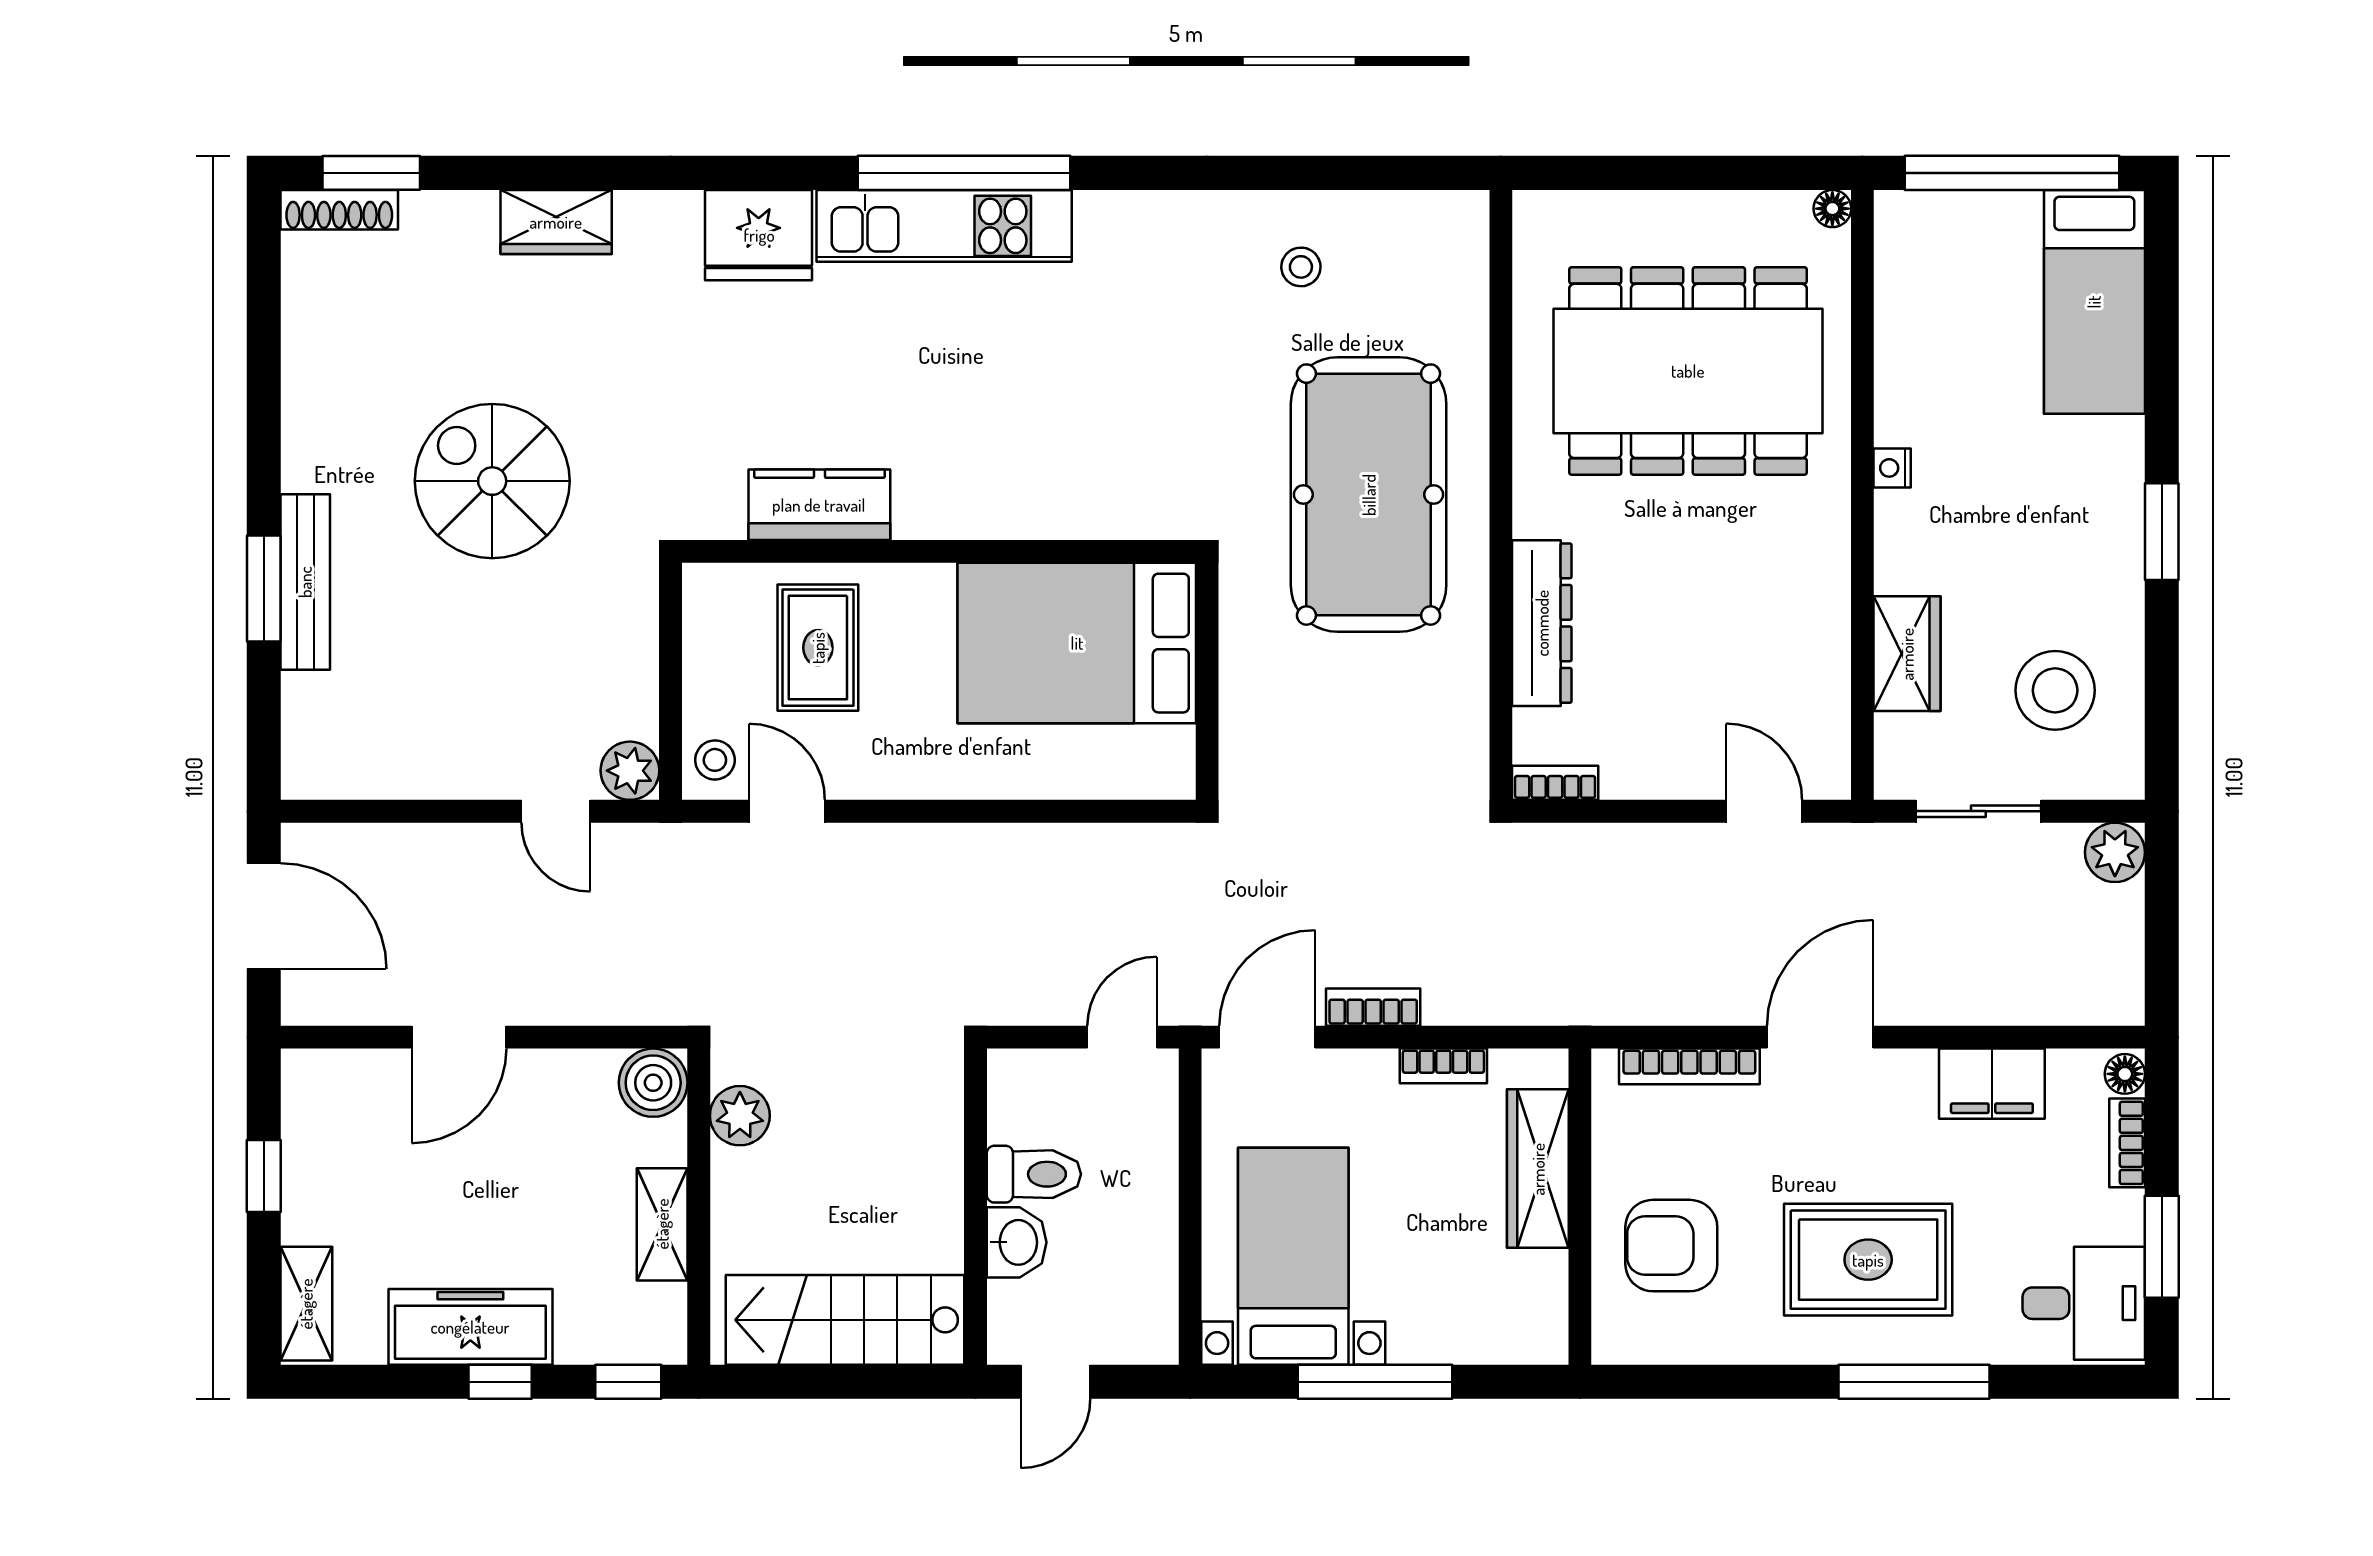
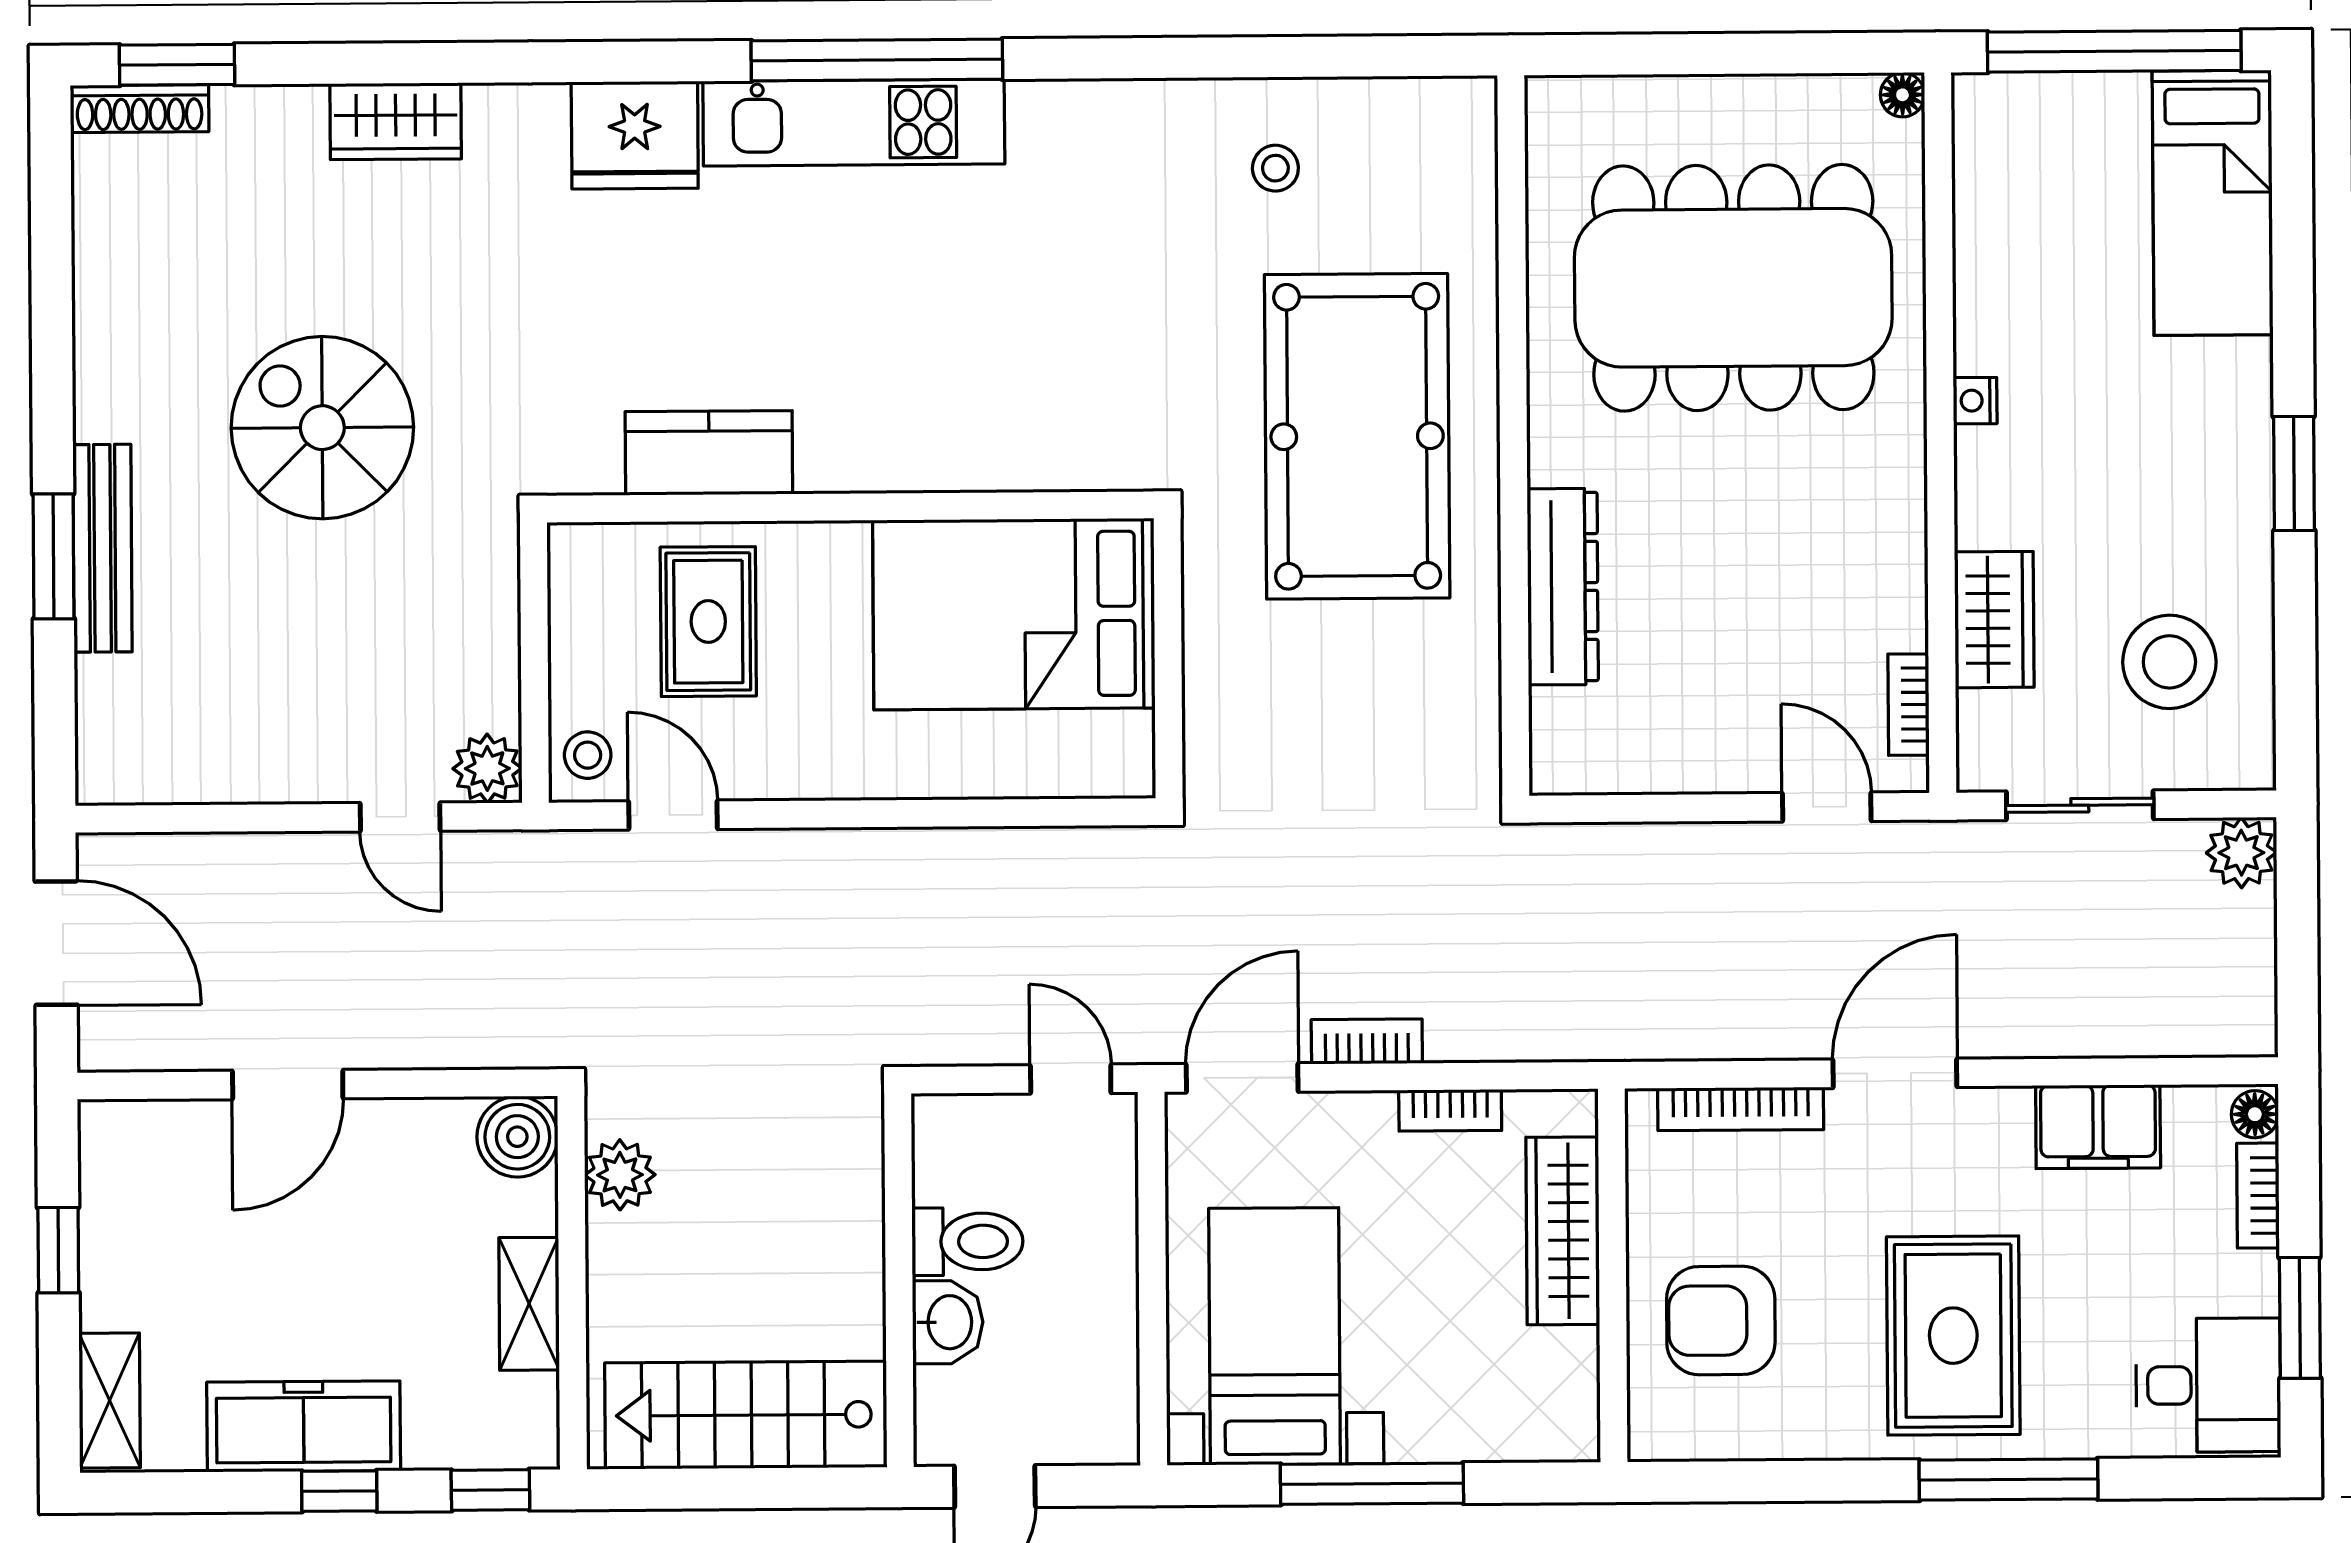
bookcase: (1555, 783) -> (1908, 705), moved, turned -90
door: (1122, 1037) -> (1071, 1079), hinge flipped
rug: (1868, 1260) -> (1953, 1336), turned 90

